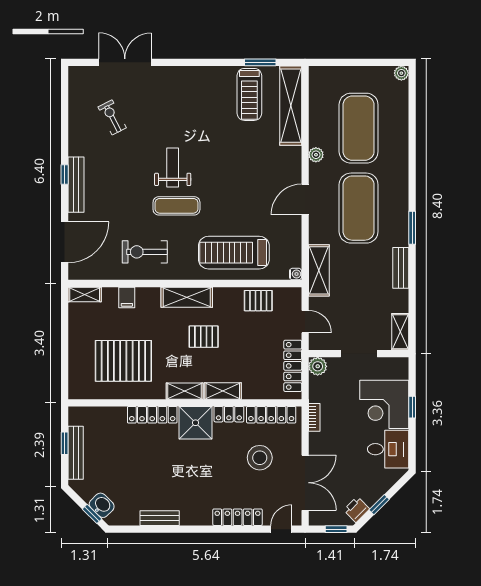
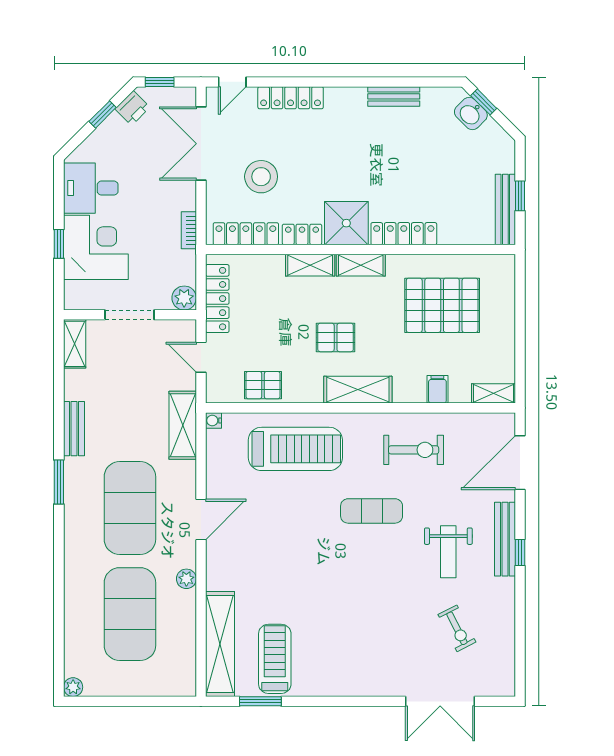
weight bench: (173, 168) -> (448, 552), moved
bench: (76, 453) -> (505, 209), moved

